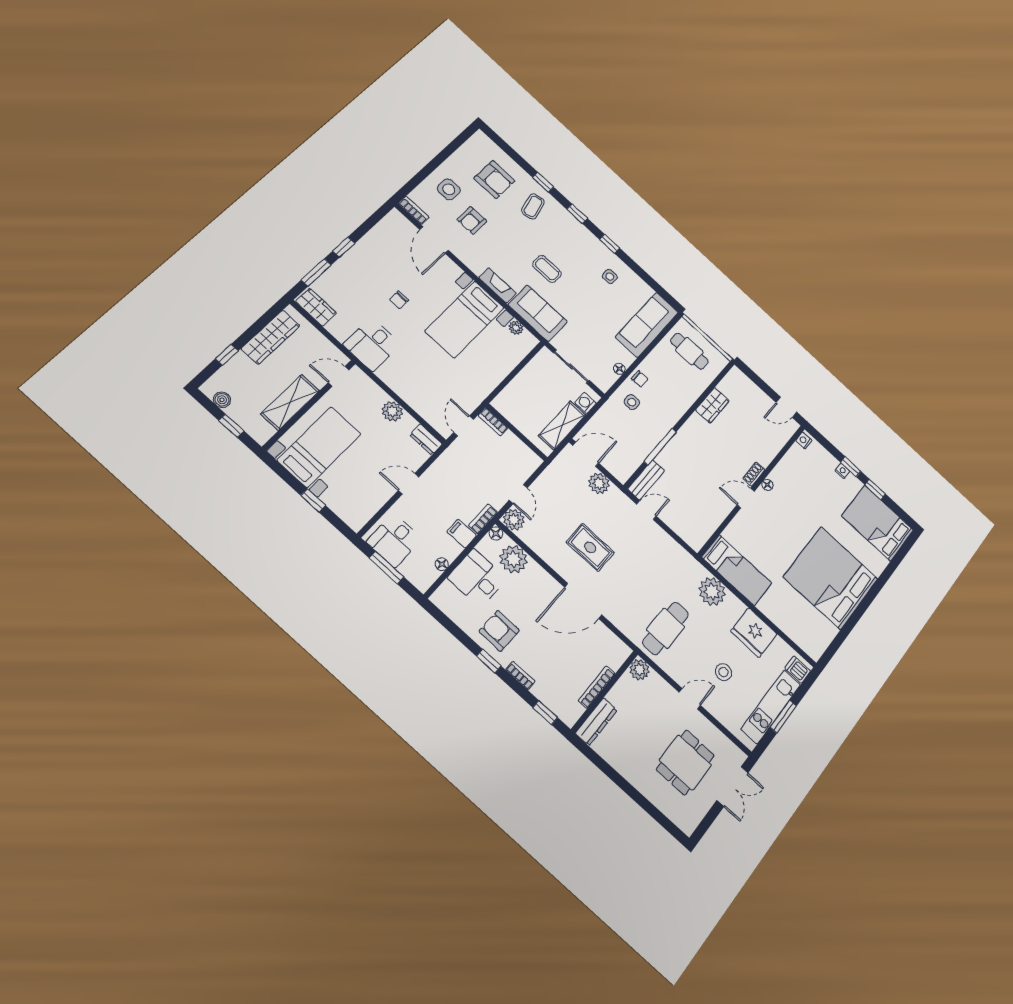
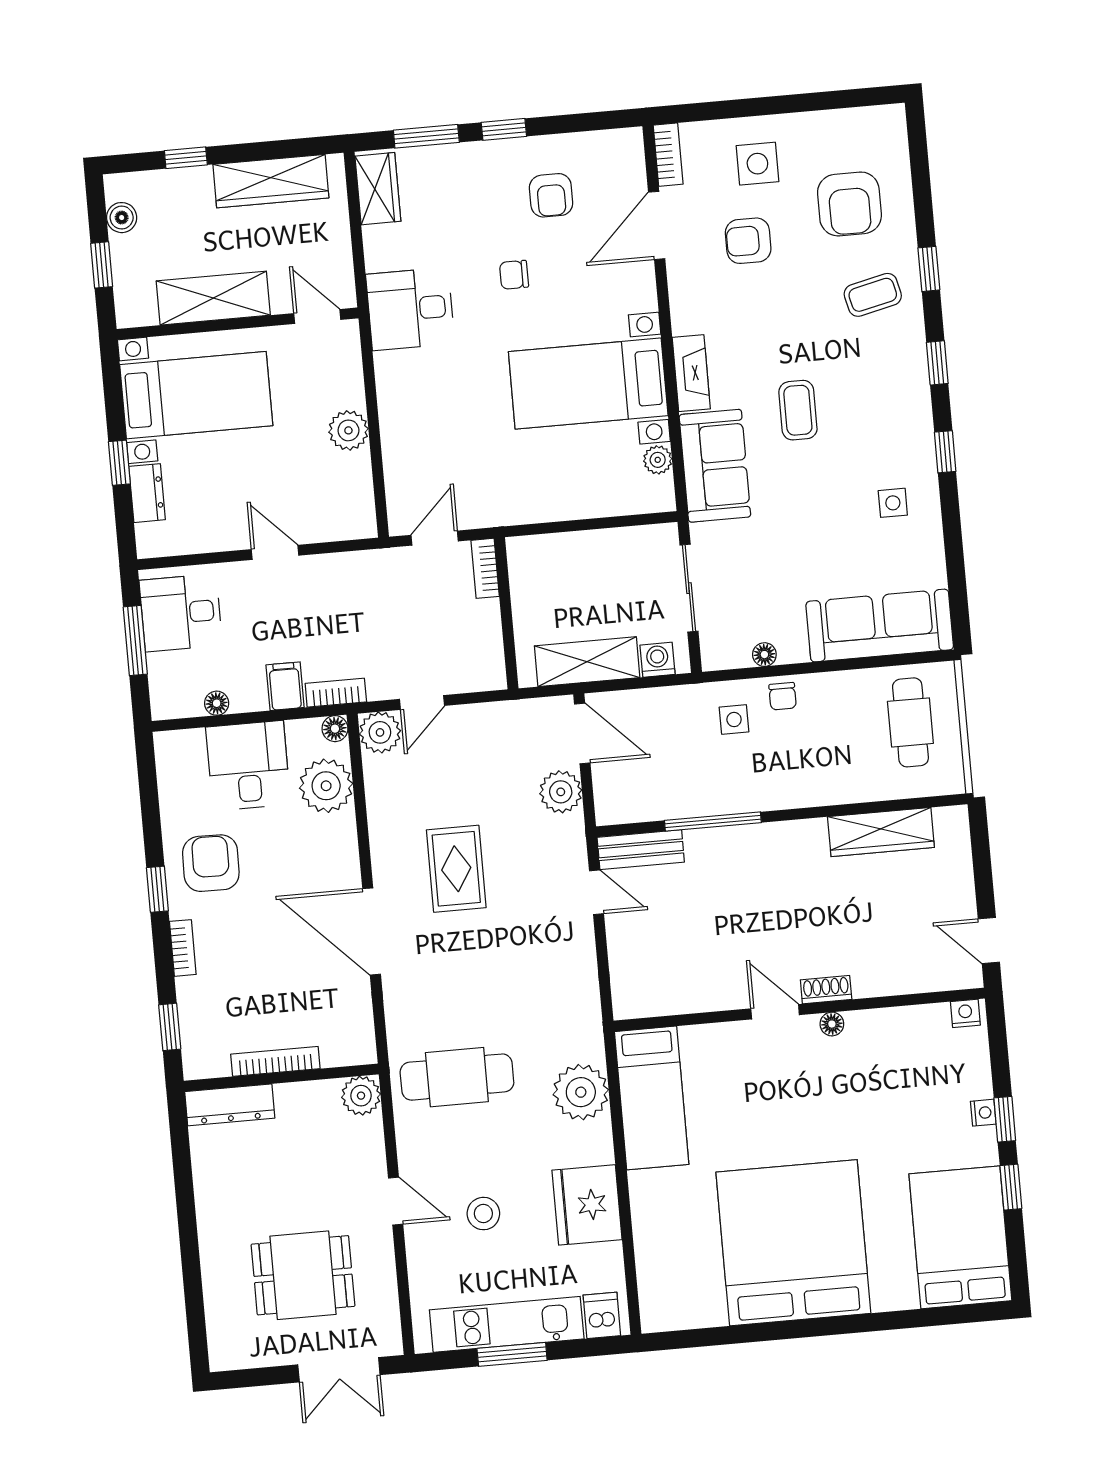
armchair: (385, 259) -> (551, 195), added
wardrobe: (712, 405) -> (881, 832), width x1.50
dresser: (426, 439) -> (147, 493), moved, turned 180

